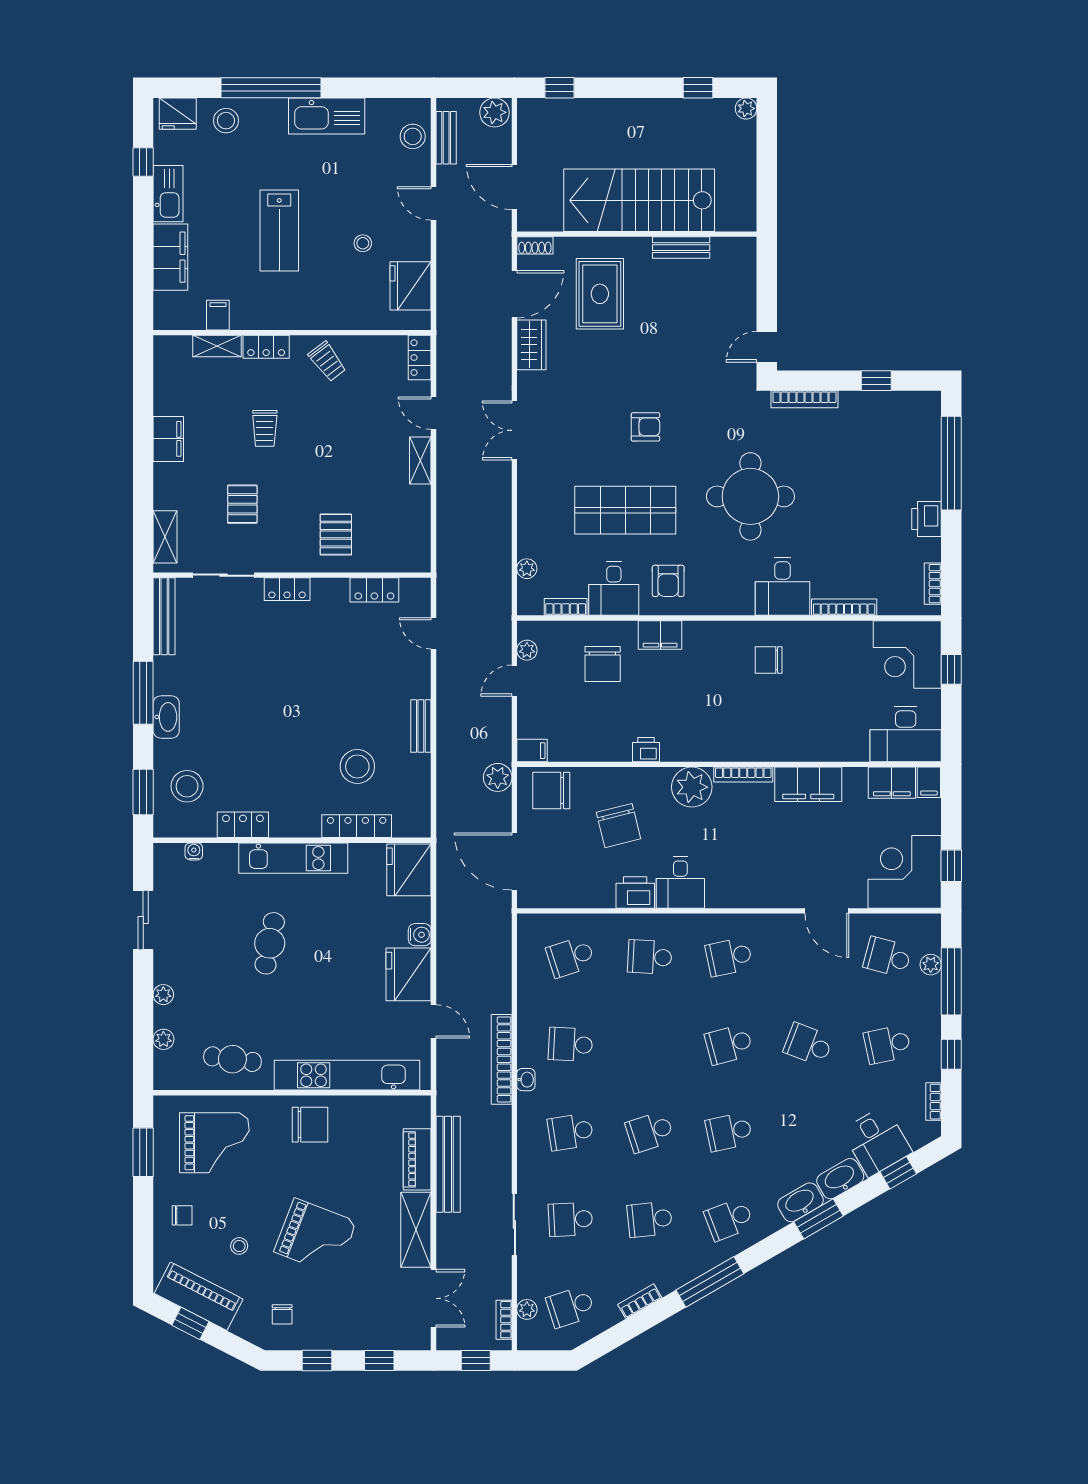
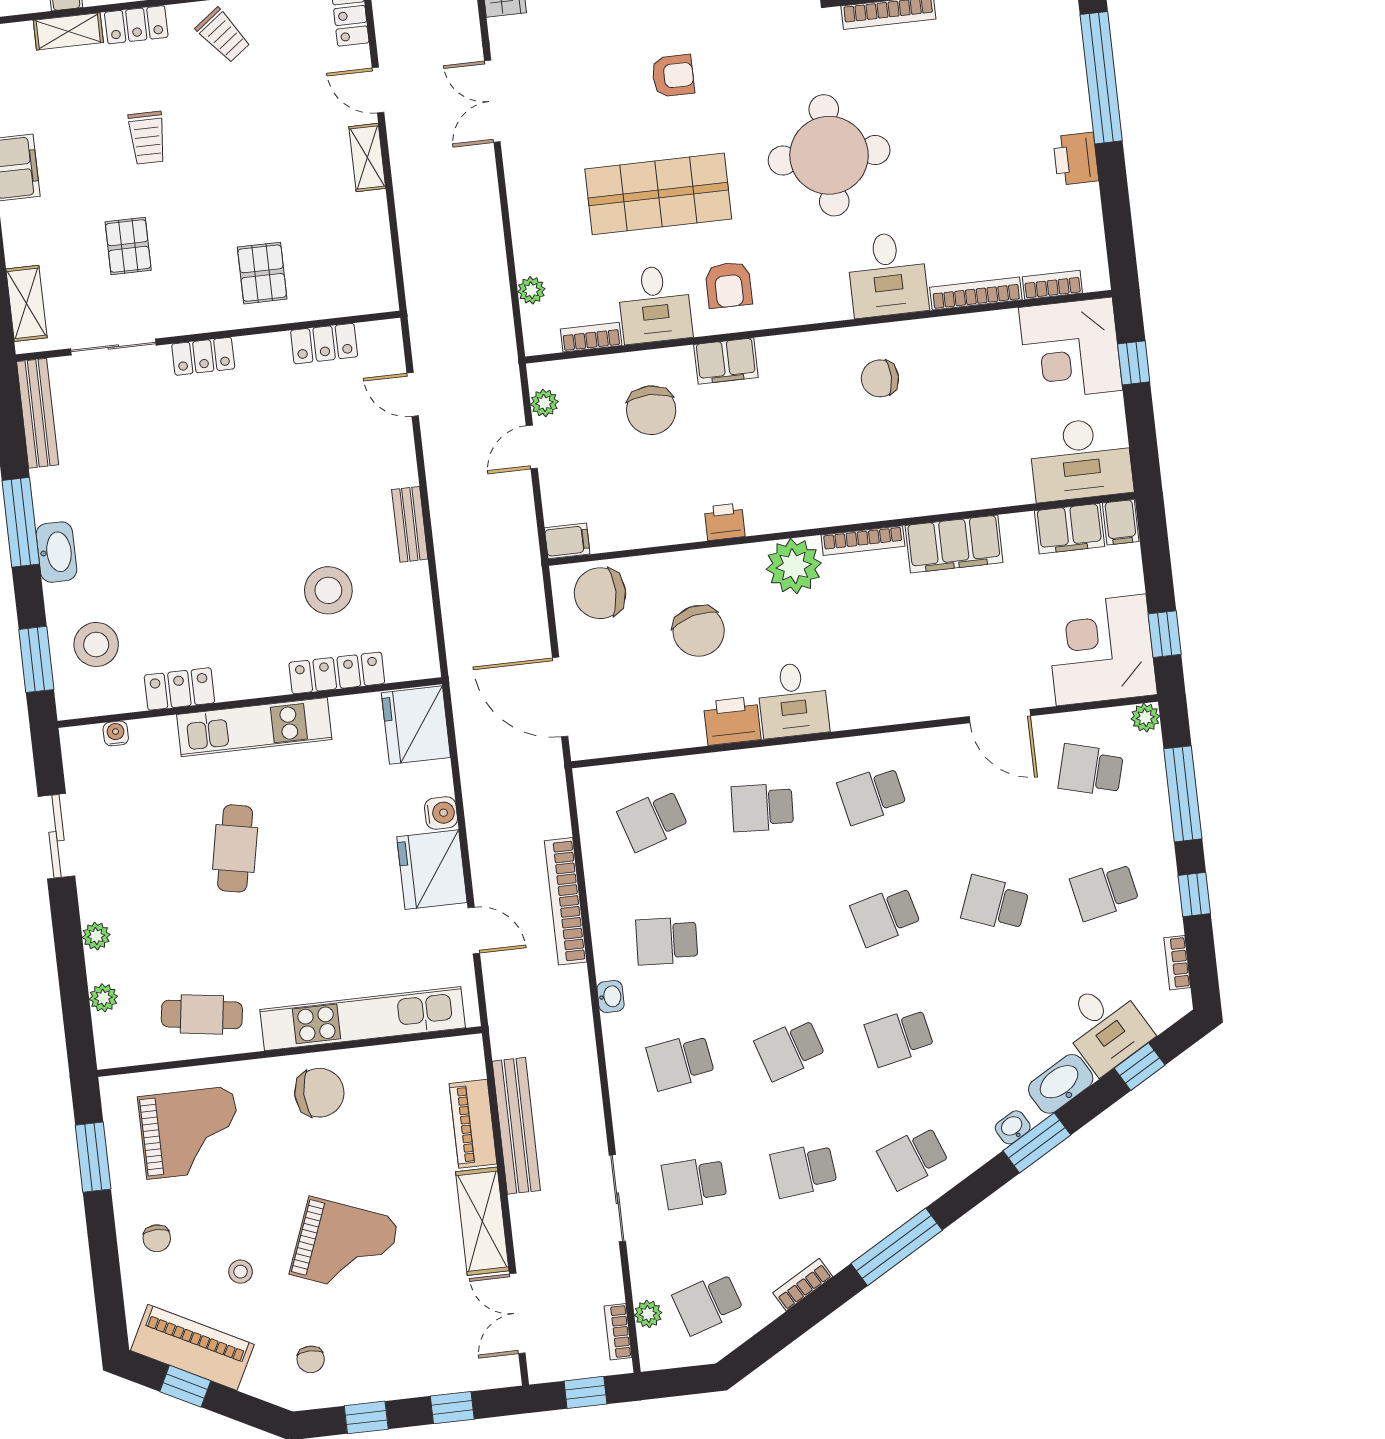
bookcase: (933, 584) -> (1052, 285), moved, turned 90
plant: (498, 777) -> (524, 583), removed
plant: (931, 965) -> (1145, 718), moved
bookcase: (502, 1059) -> (566, 901), moved
washbasin: (800, 1202) -> (1013, 1127), width x0.52, depth x0.69
chair: (182, 1215) -> (157, 1238), turned 90
double door: (434, 1298) -> (517, 1313), swing flipped

